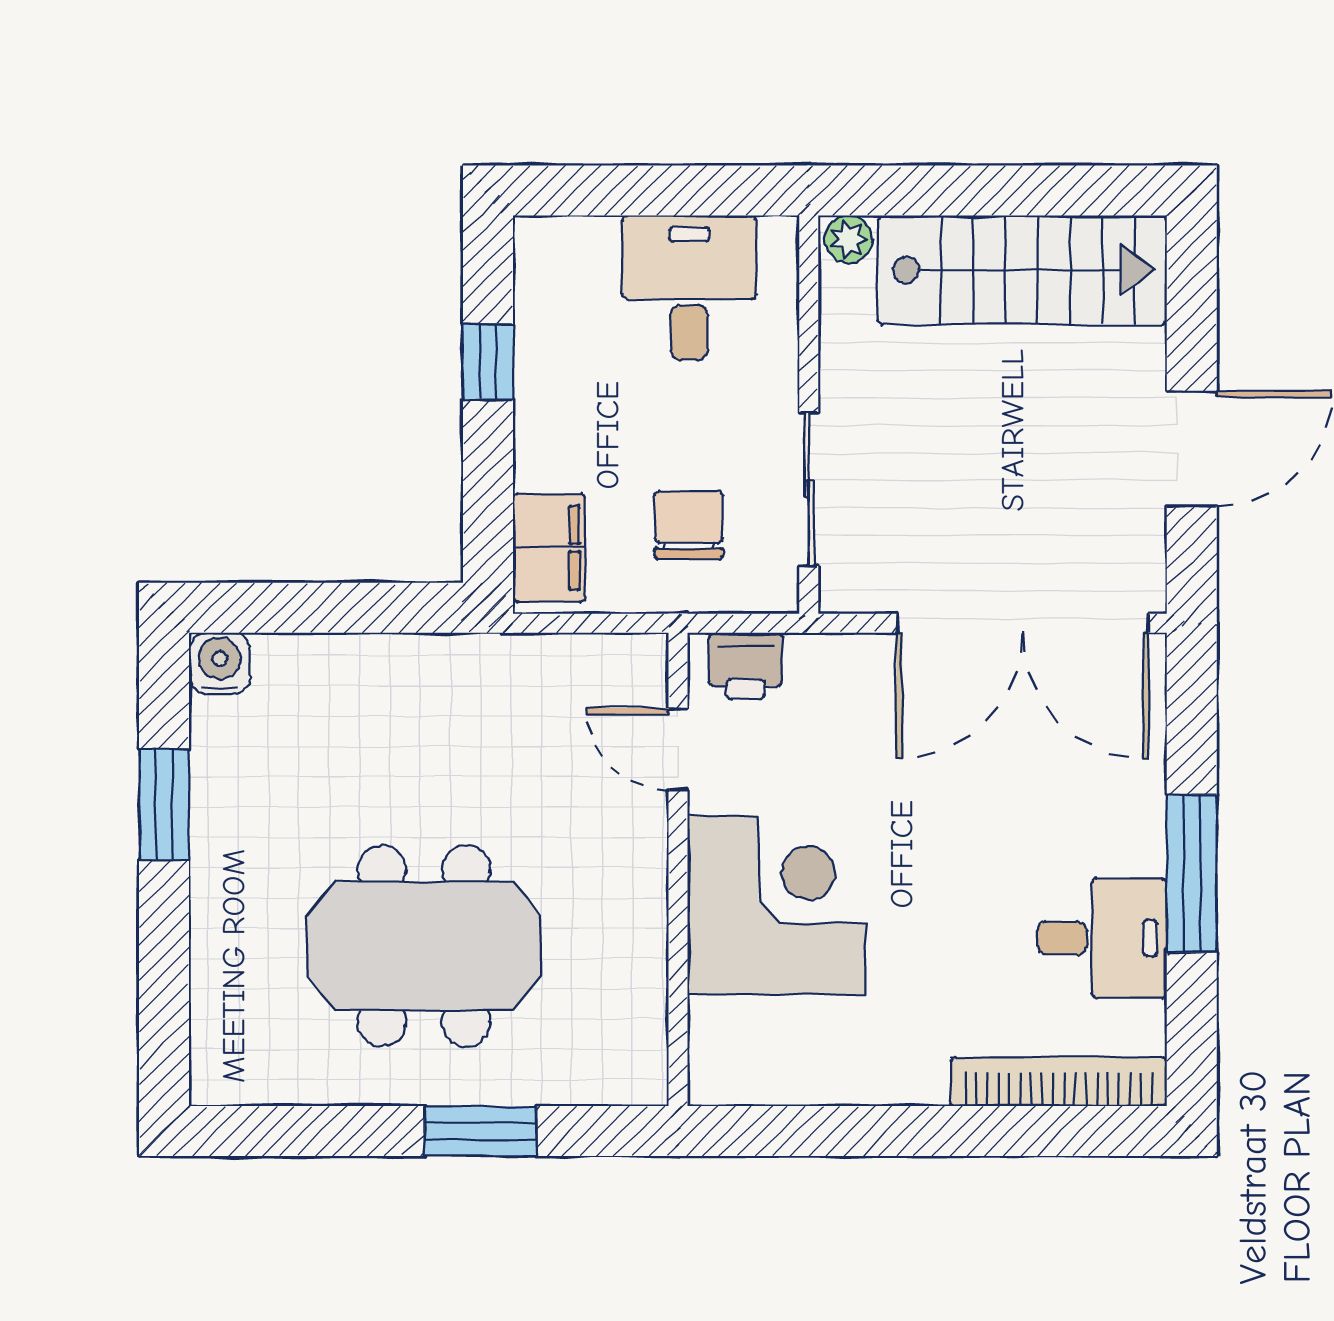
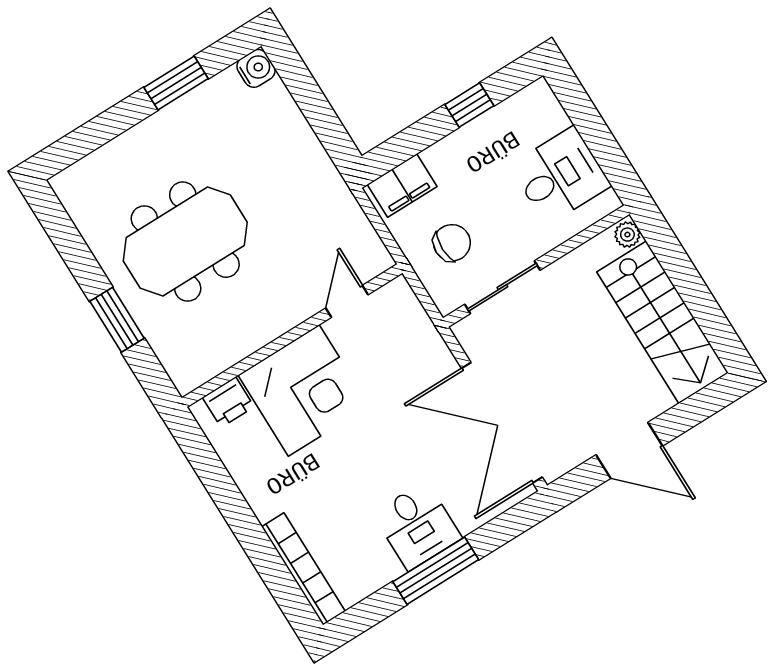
printer: (746, 666) -> (228, 402), moved, turned -90
desk: (1102, 938) -> (417, 526), moved
meeting table: (424, 946) -> (185, 242), turned 90

